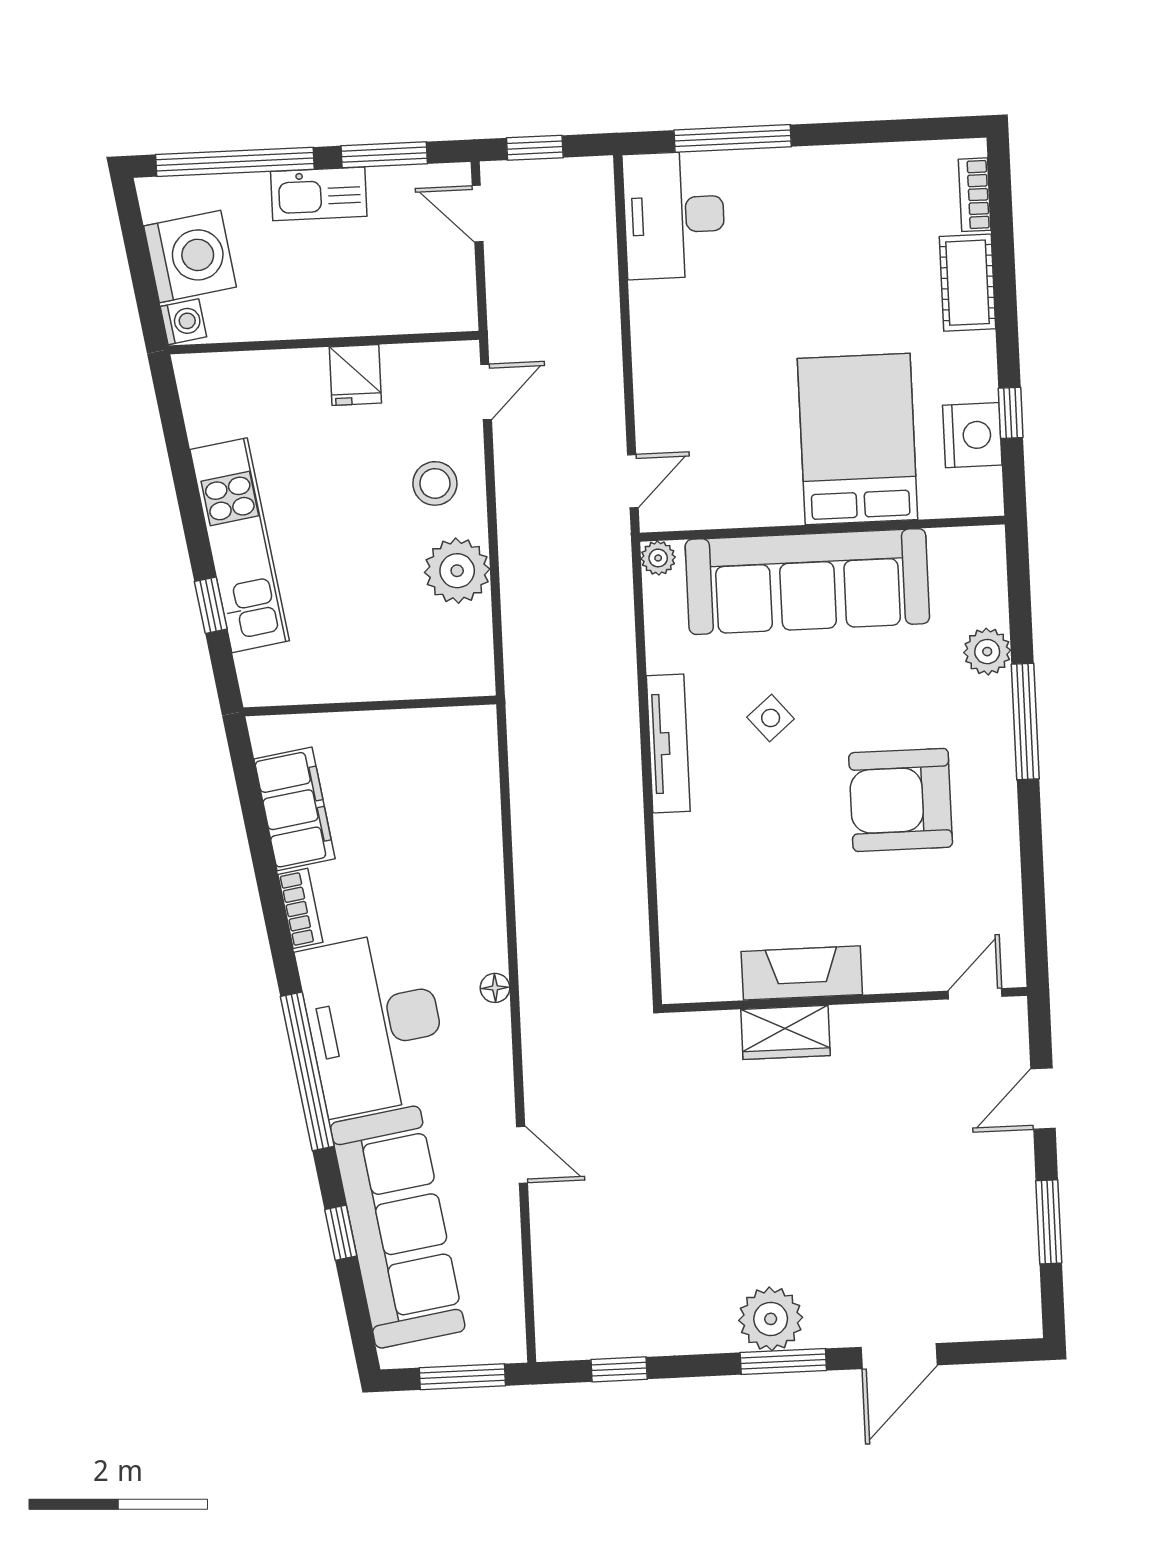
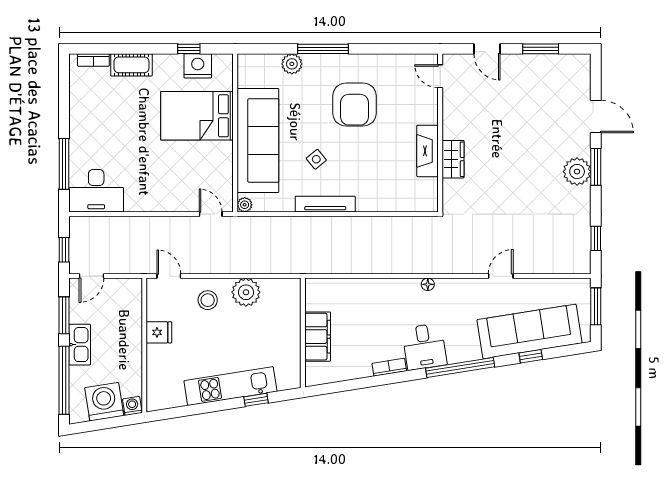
filing cabinet: (295, 809) -> (318, 337), moved, turned 99
desk: (374, 1023) -> (424, 347), width x0.53, depth x0.77

